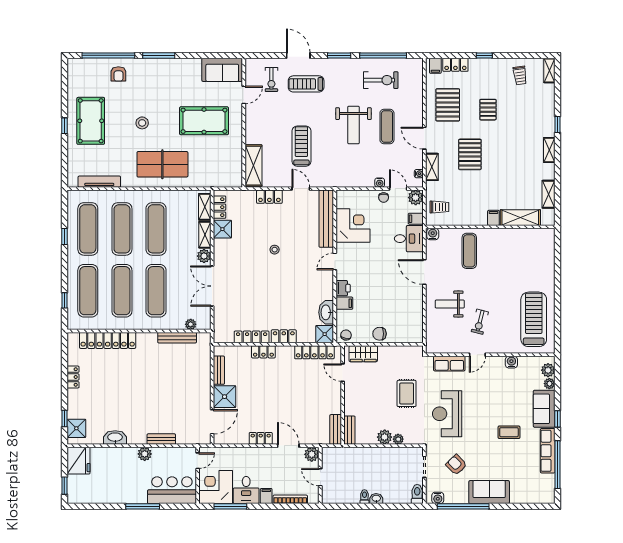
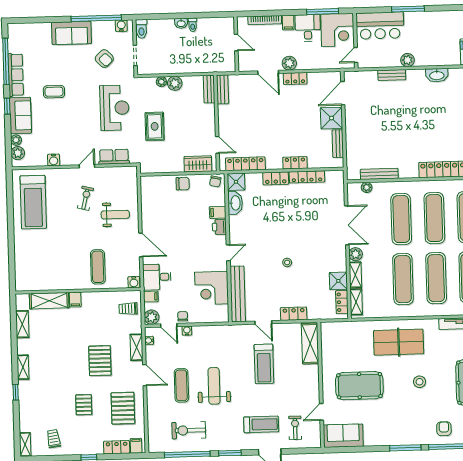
plant: (312, 454) -> (289, 63), moved

